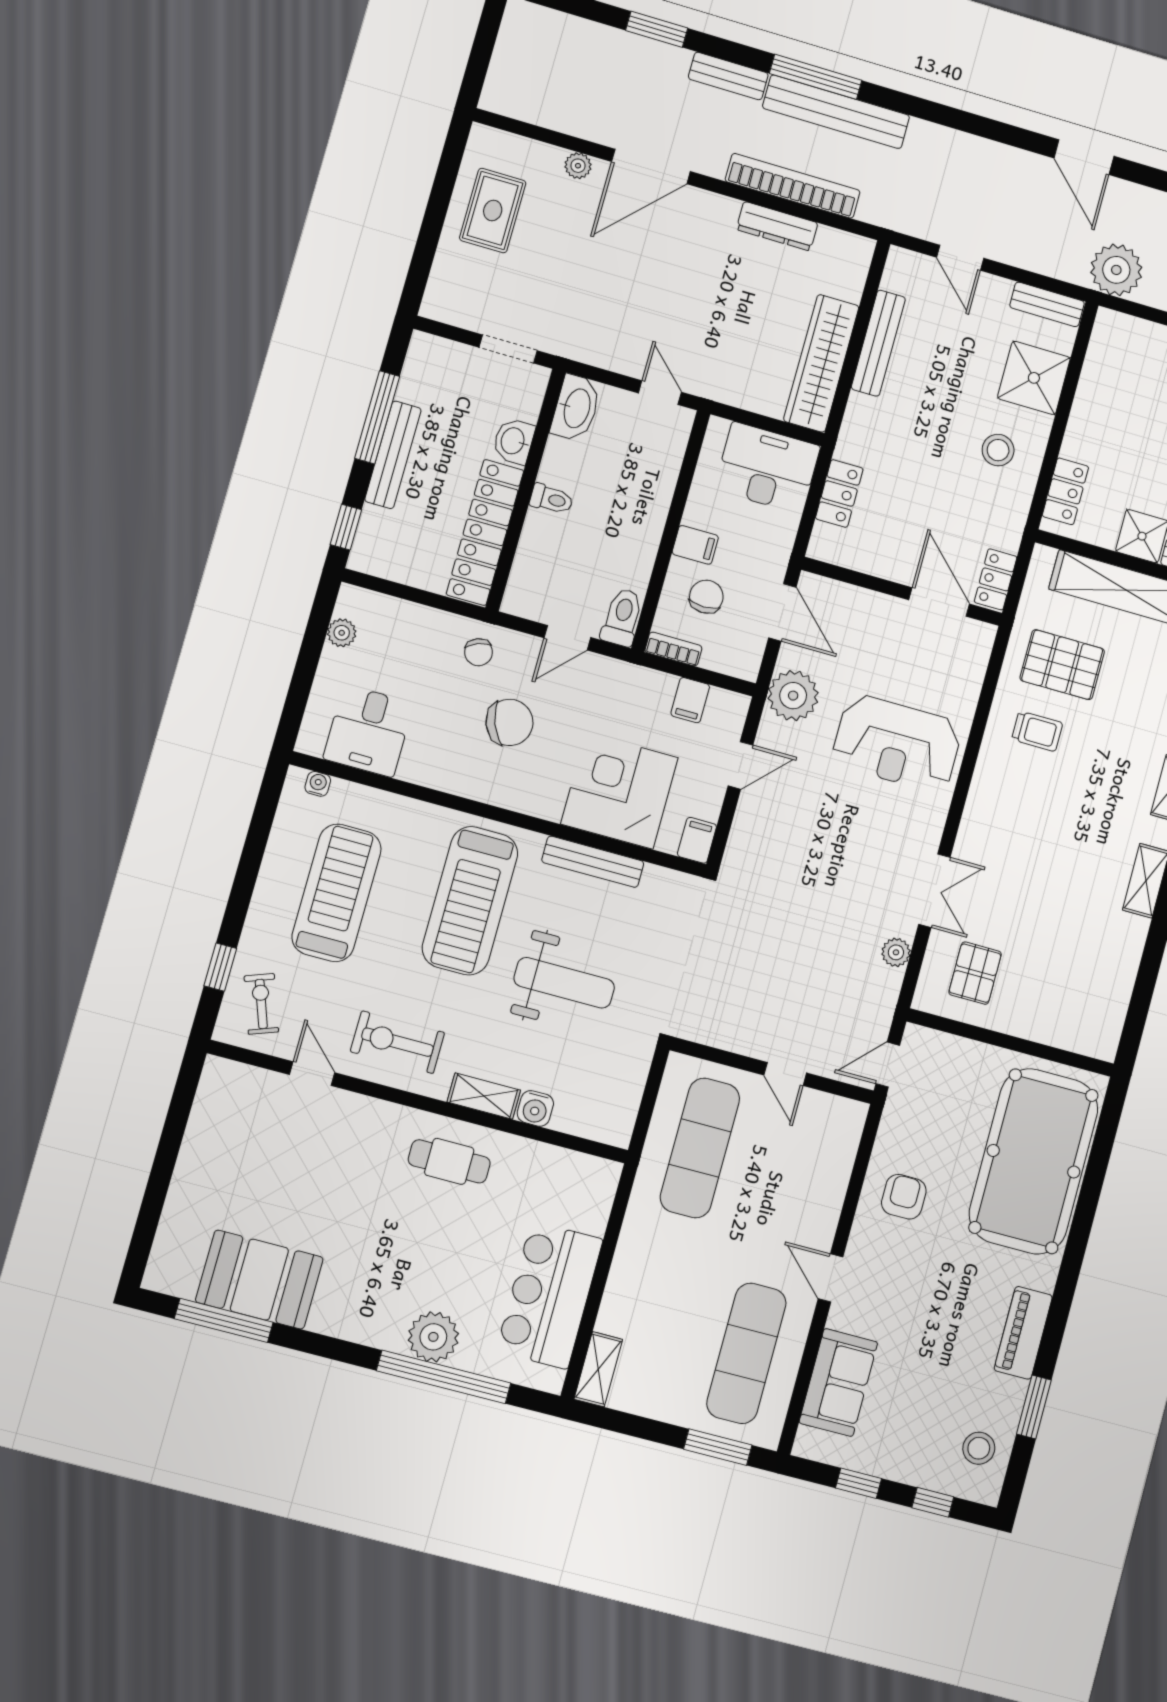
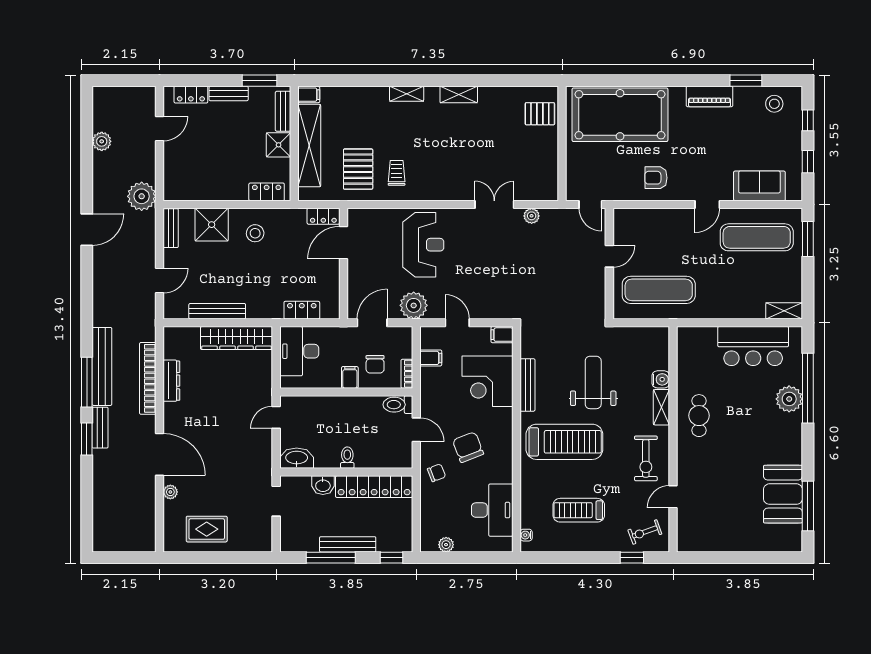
window: (657, 29) -> (87, 439), moved
chair: (706, 597) -> (375, 364), turned -90
desk: (368, 731) -> (492, 510), width x1.37
treadmill: (337, 893) -> (579, 510), width x0.73, depth x0.73
pallet: (975, 973) -> (540, 114), moved

